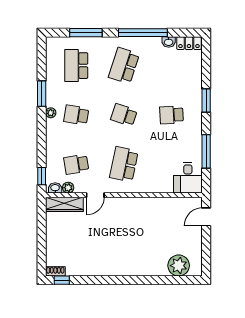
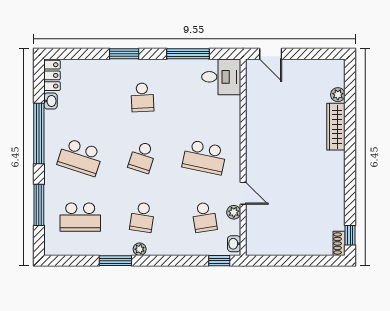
plant: (68, 188) -> (234, 212), moved
wardrobe: (64, 204) -> (336, 127), moved, turned 180
plant: (179, 266) -> (338, 95), width x0.53, depth x0.53

